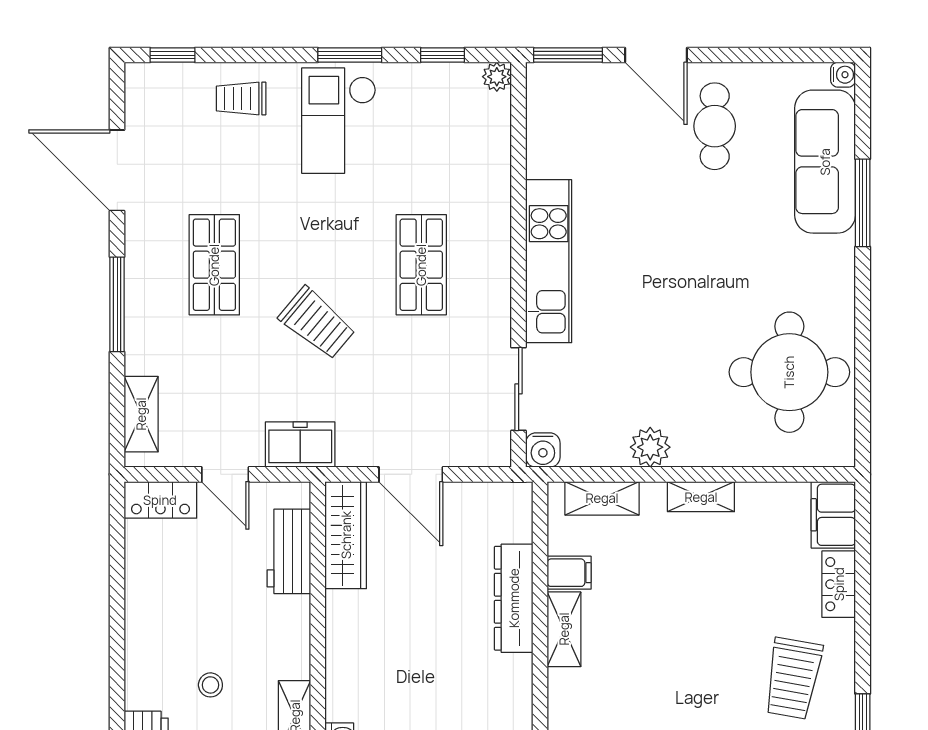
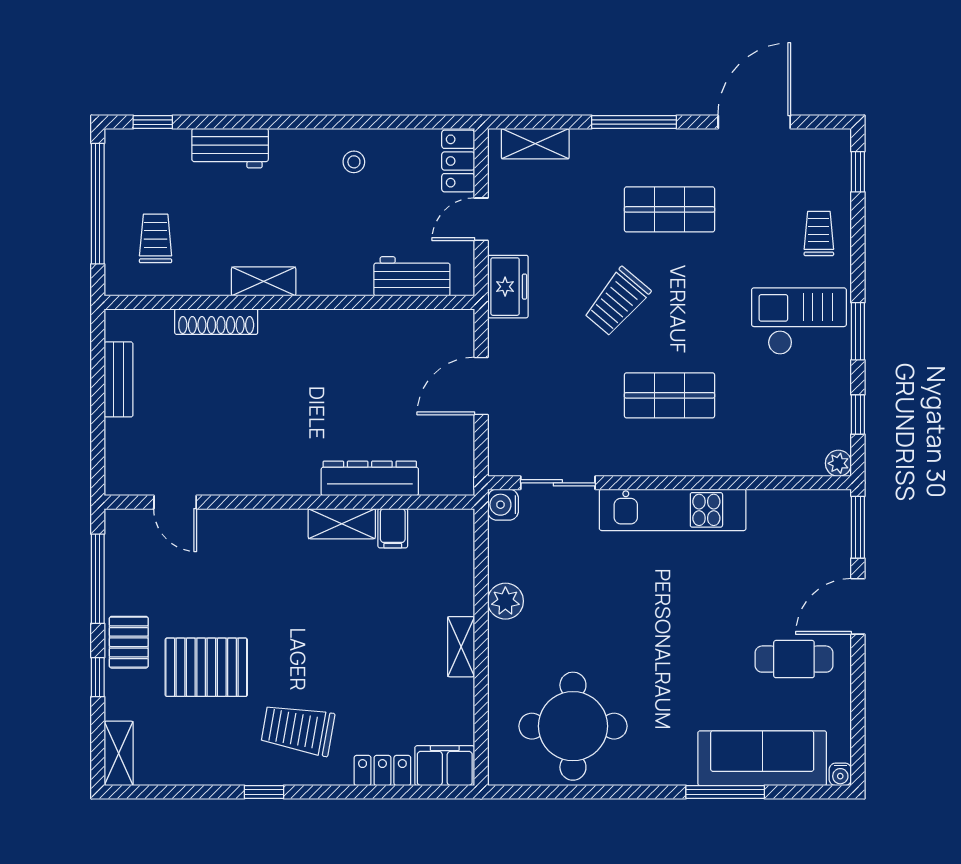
shelving: (602, 498) -> (460, 558), removed
wardrobe: (346, 535) -> (426, 327), removed
stool: (210, 685) -> (354, 162), moved

